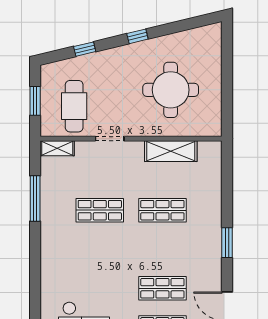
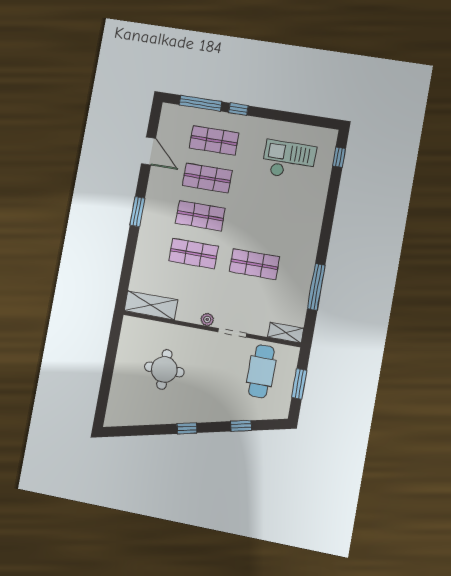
round table: (171, 90) -> (164, 369), width x0.73, depth x0.73
plant: (137, 147) -> (207, 319), added
shelving: (171, 151) -> (151, 305), moved
shop shelf: (162, 249) -> (200, 216), added

